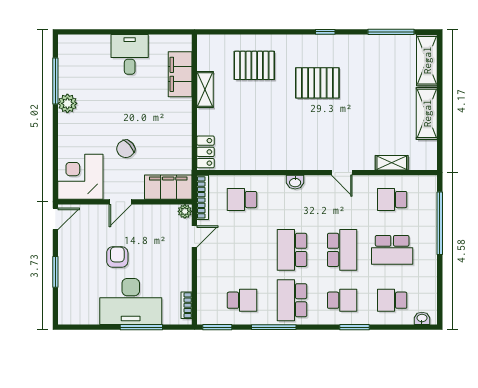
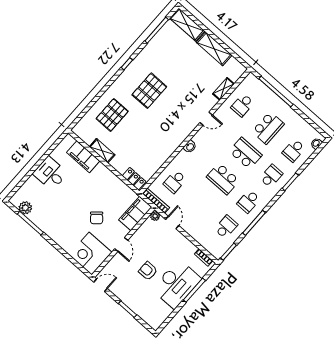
plant: (67, 103) -> (25, 208), moved
door: (55, 219) -> (101, 285), hinge flipped
school desk: (292, 300) -> (249, 201), width x0.54

